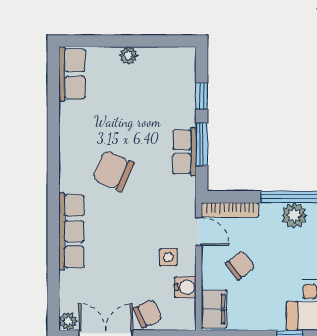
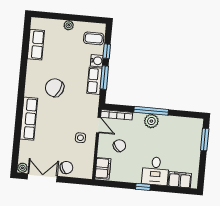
row of seats: (72, 74) -> (36, 45), moved
coffee table: (176, 75) -> (94, 38), added
water cooler: (185, 287) -> (97, 61), moved

